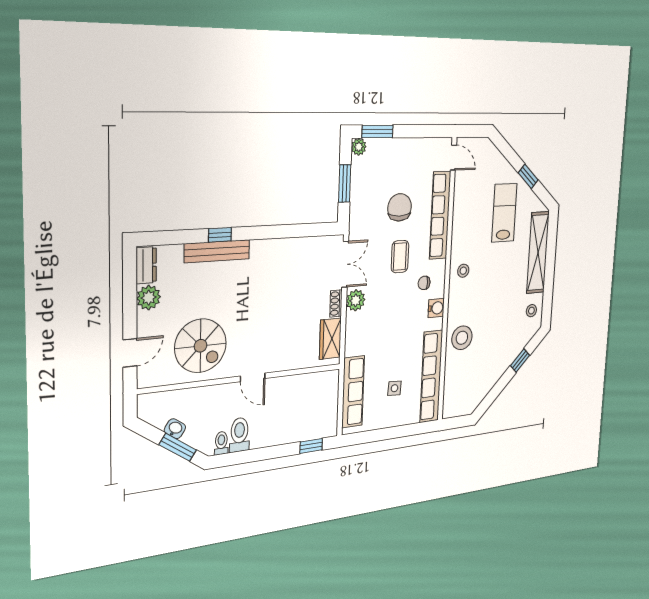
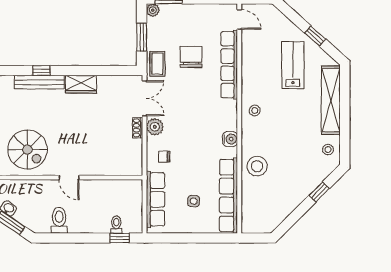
coffee table: (400, 257) -> (157, 64), moved
chair: (424, 283) -> (164, 157), moved
wardrobe: (330, 339) -> (81, 84), moved, turned -90
toilet: (221, 443) -> (116, 225), moved

